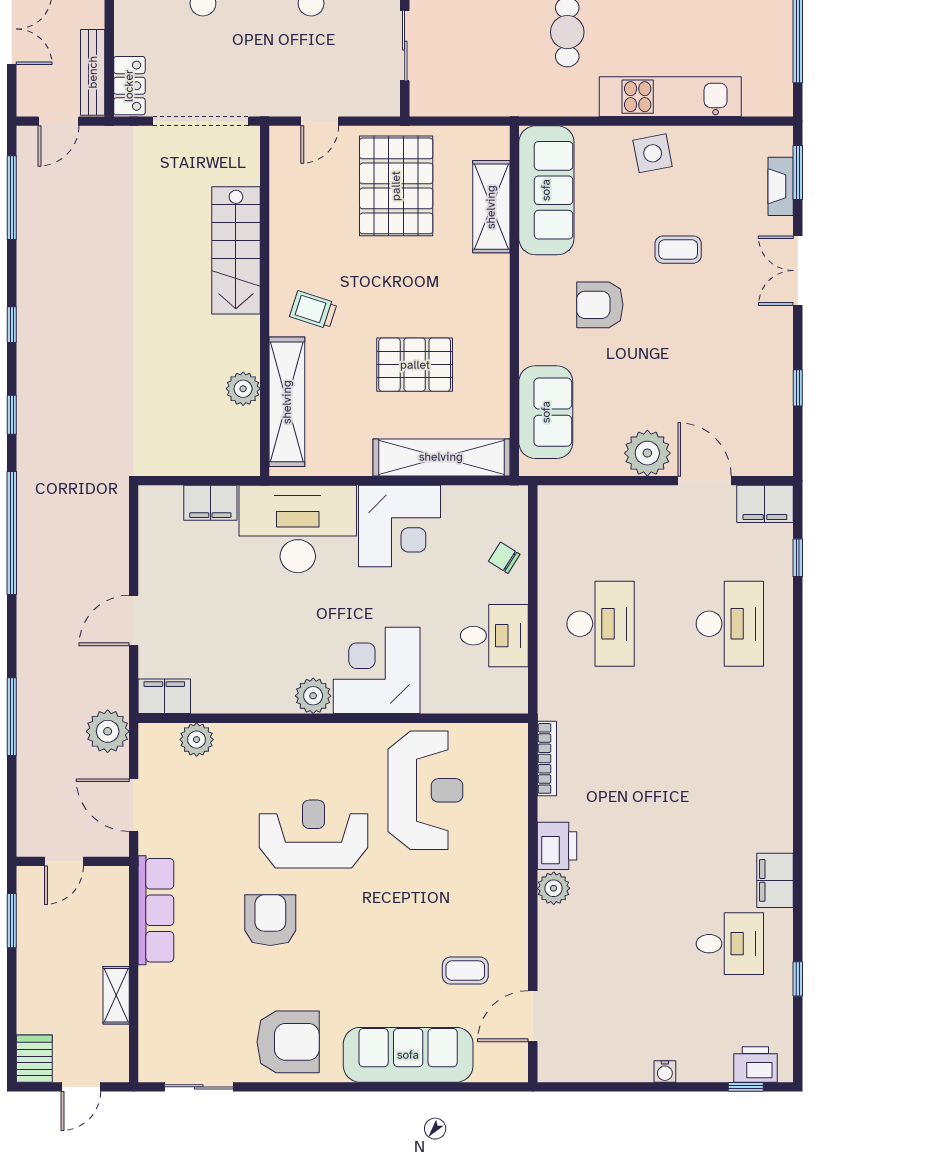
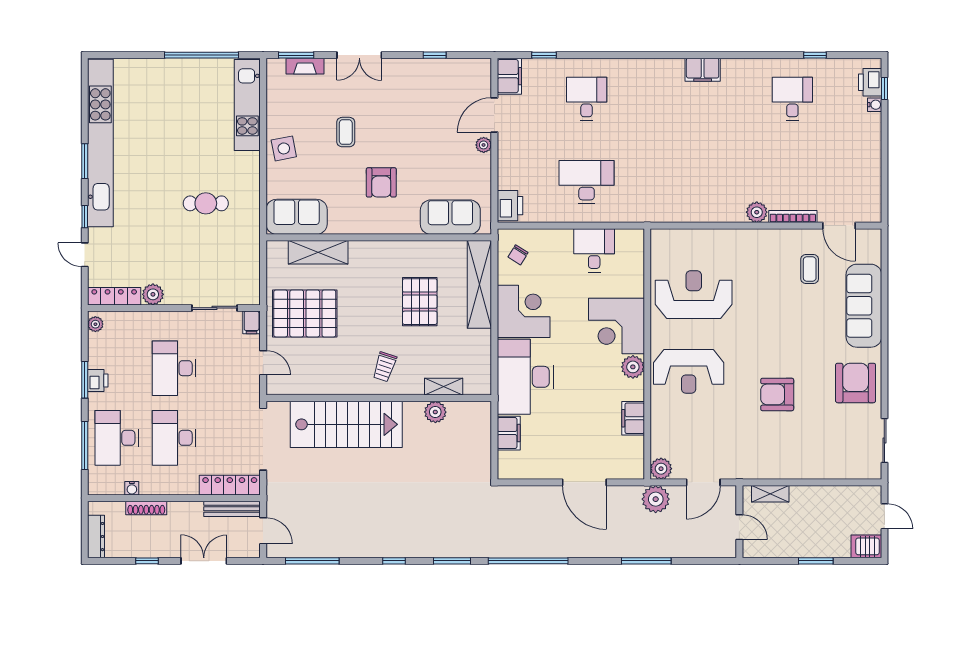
locker: (129, 86) -> (230, 485), width x1.53
kitchen unit: (670, 97) -> (247, 105), moved
filing cabinet: (382, 103) -> (252, 322), added
sofa: (546, 190) -> (297, 217), width x0.73
stairs: (236, 250) -> (346, 424), width x1.36, depth x1.51
shelving: (287, 402) -> (444, 387), width x0.45, depth x0.75
window: (12, 415) -> (452, 561), width x1.50
plant: (647, 453) -> (484, 145), width x0.53, depth x0.53
chair: (504, 558) -> (518, 255), moved
door: (134, 620) -> (584, 482), width x1.36
desk: (730, 624) -> (587, 99), width x0.73
filing cabinet: (164, 696) -> (633, 418), moved
plant: (197, 740) -> (661, 469), moved
bookcase: (547, 758) -> (793, 217), moved
reception desk: (314, 834) -> (689, 371), moved, turned -90
printer: (557, 846) -> (510, 206), moved, turned 90
filing cabinet: (775, 880) -> (703, 70), moved
row of seats: (156, 910) -> (771, 468), removed
window: (12, 921) -> (816, 561), moved
shelving: (116, 995) -> (770, 494), moved
water cooler: (665, 1071) -> (875, 105), moved

